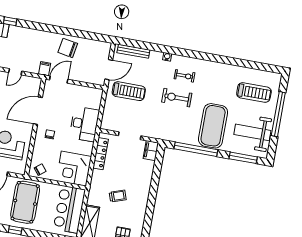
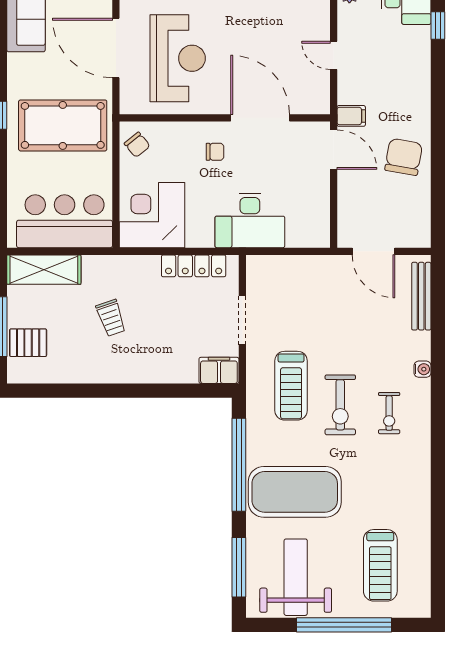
treadmill: (129, 91) -> (291, 386), moved
exercise bike: (177, 98) -> (340, 405), turned 180

